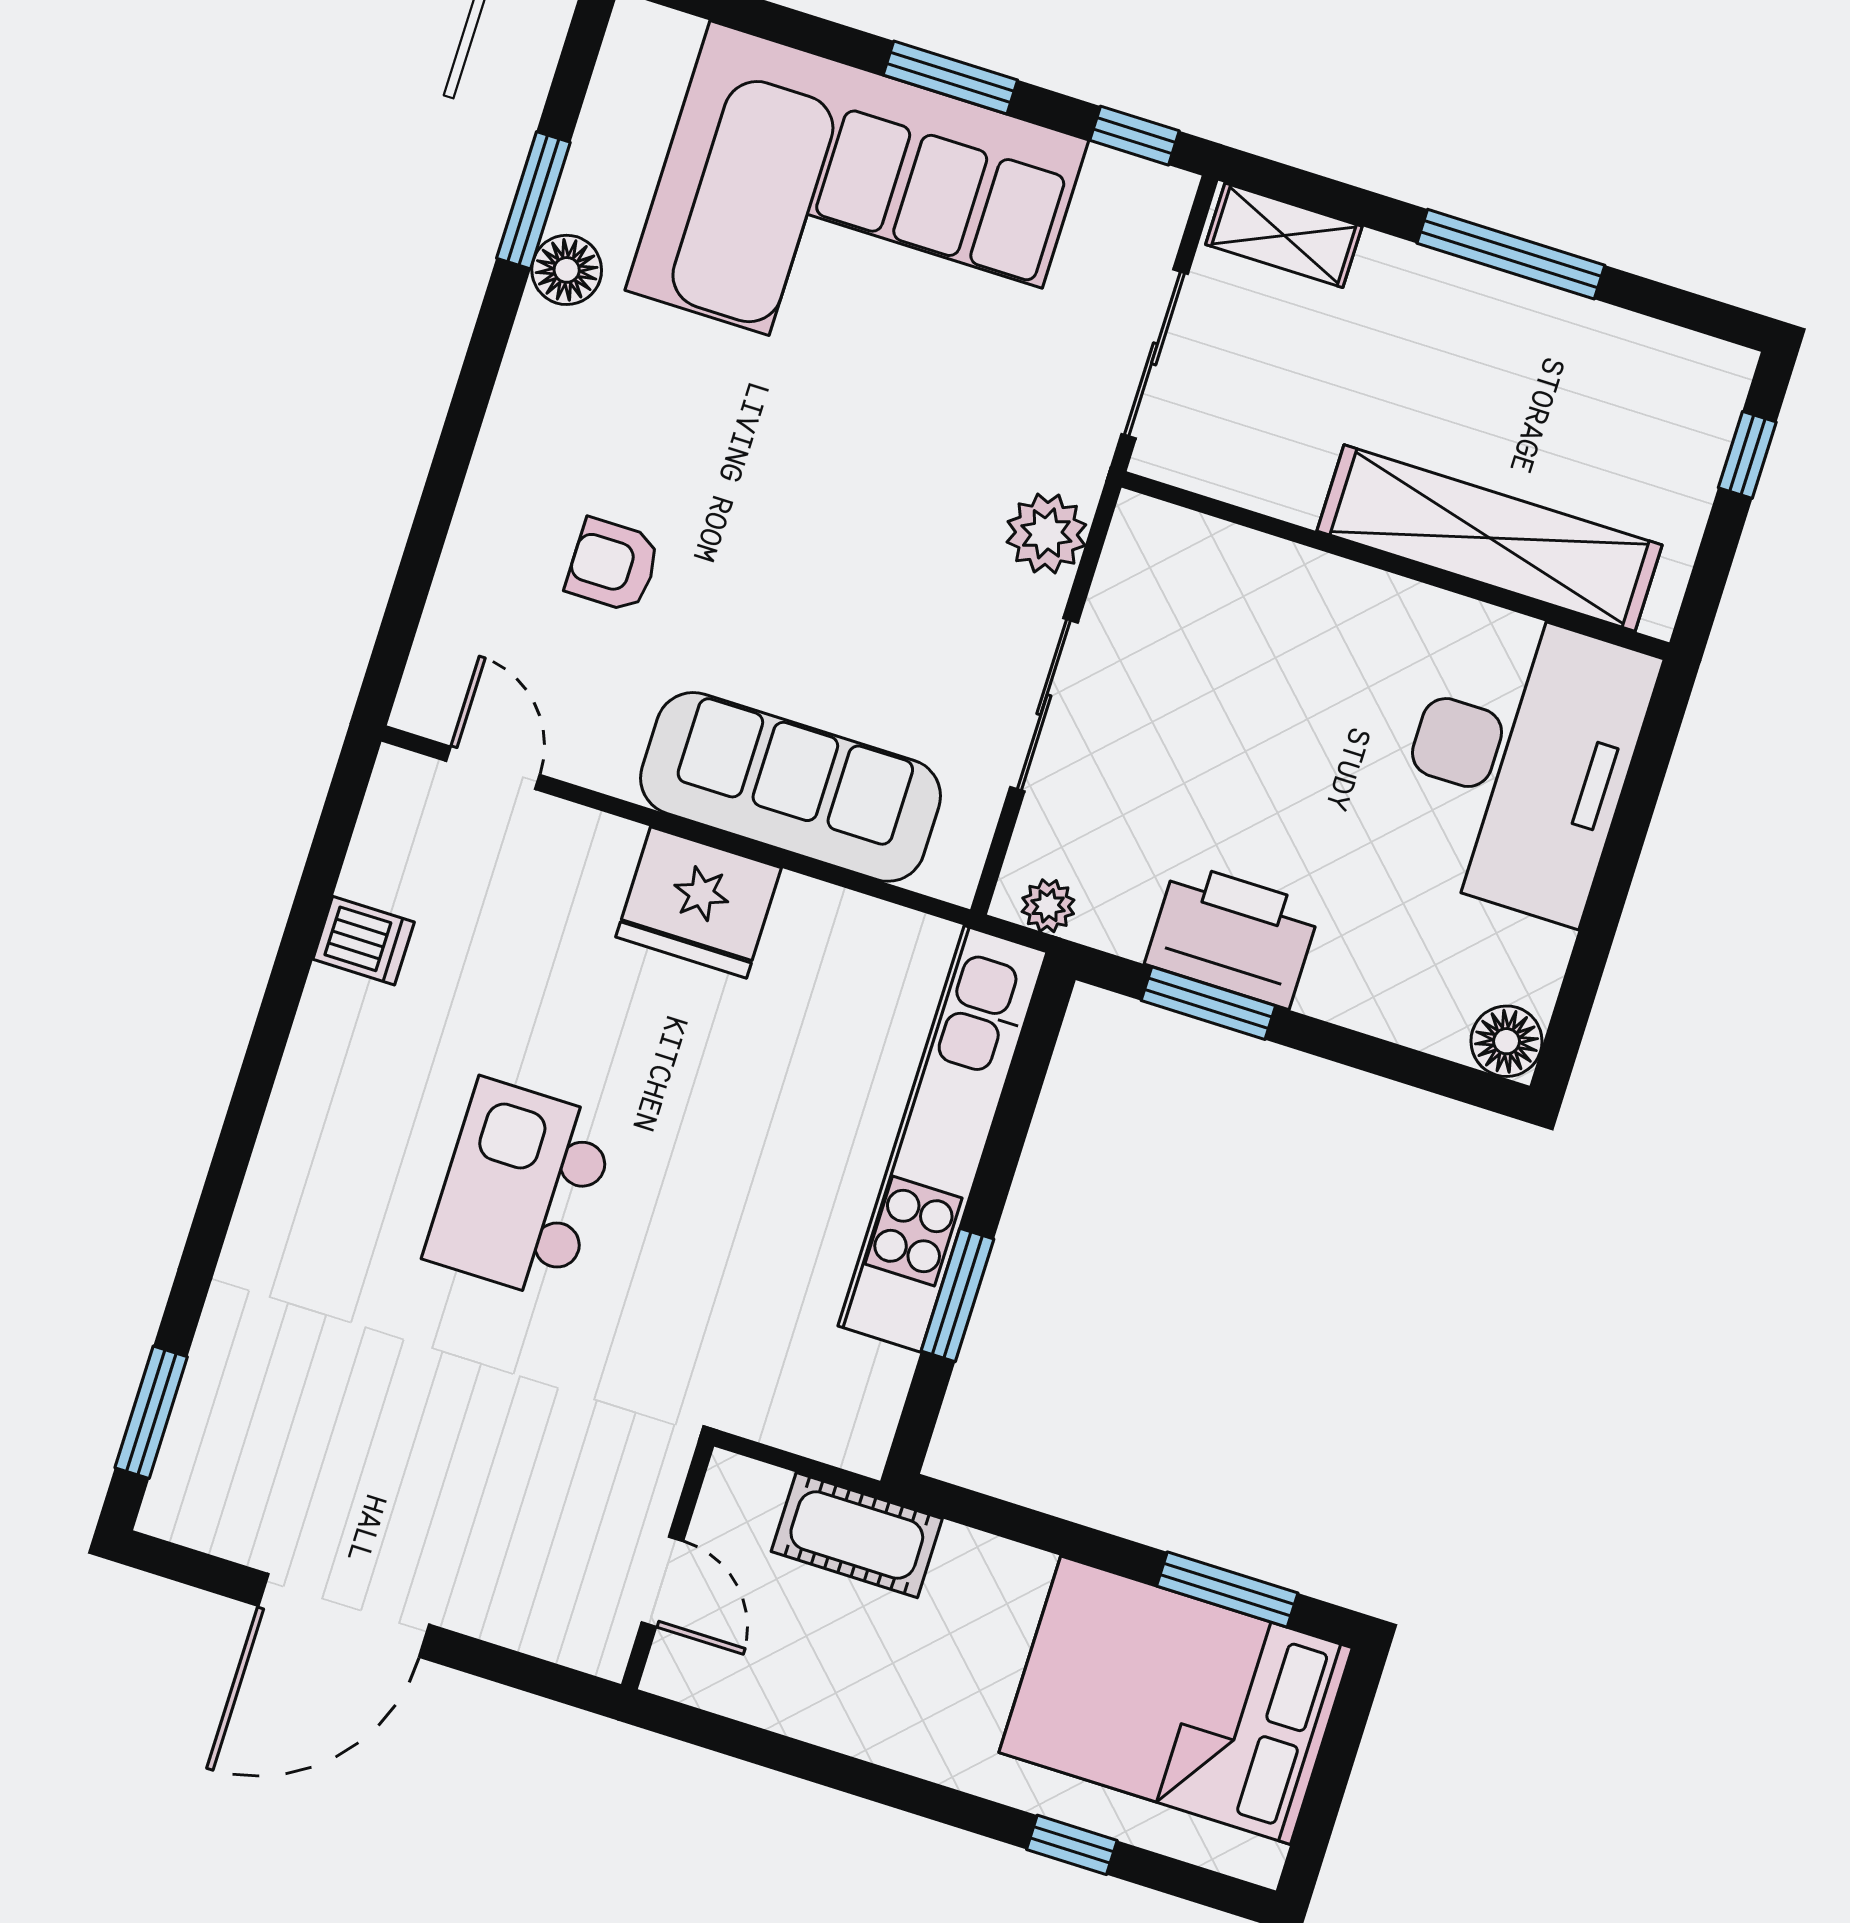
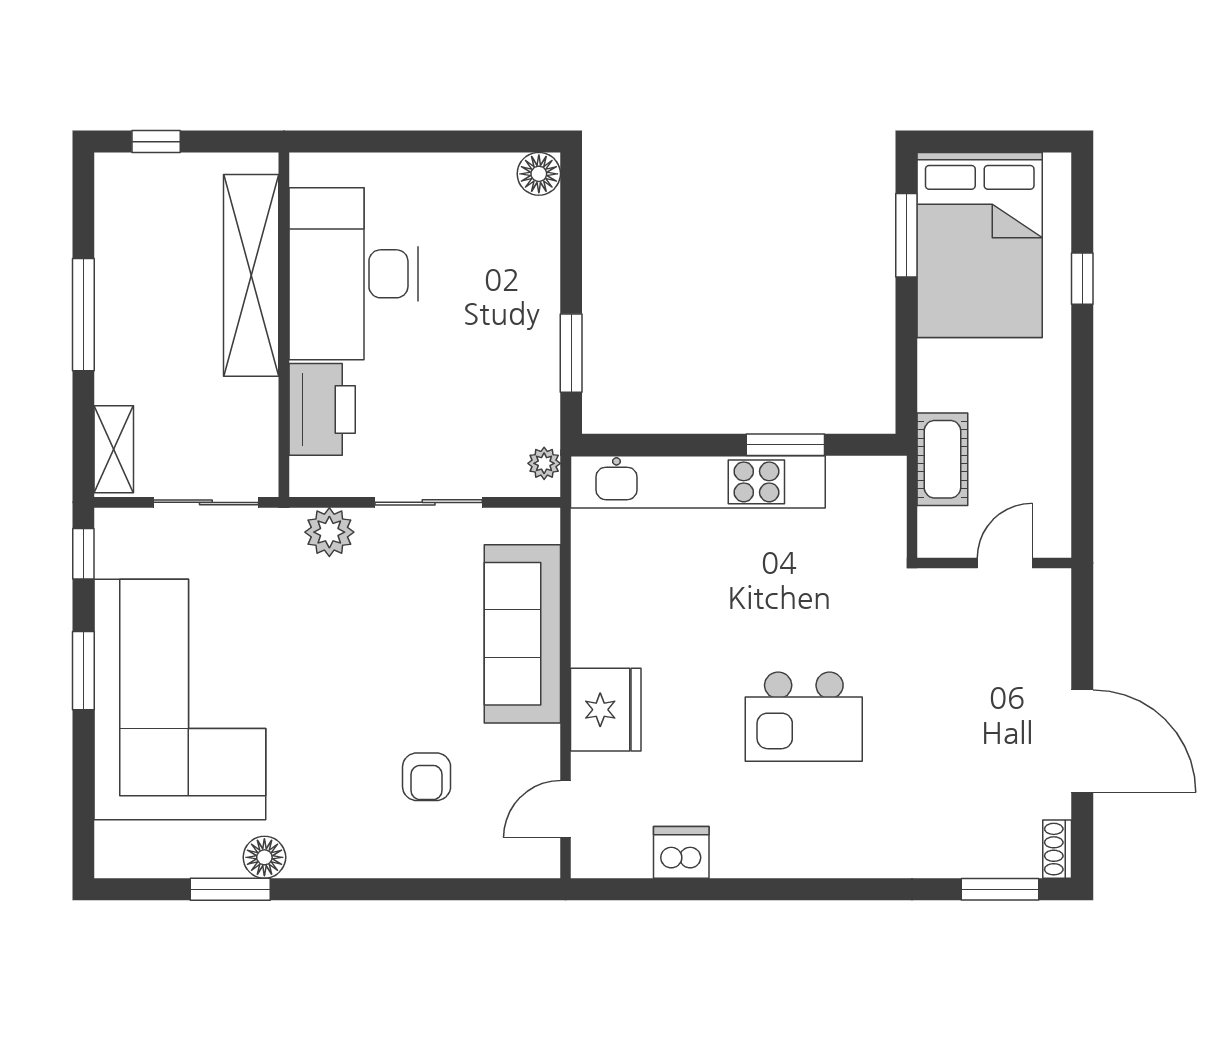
desk: (1520, 762) -> (354, 274), moved, turned -90
fridge: (699, 902) -> (606, 710), moved
printer: (1233, 935) -> (322, 409), moved, turned 180
dishwasher: (364, 941) -> (681, 852), width x1.38
shoe rack: (186, 1522) -> (1057, 849), added

